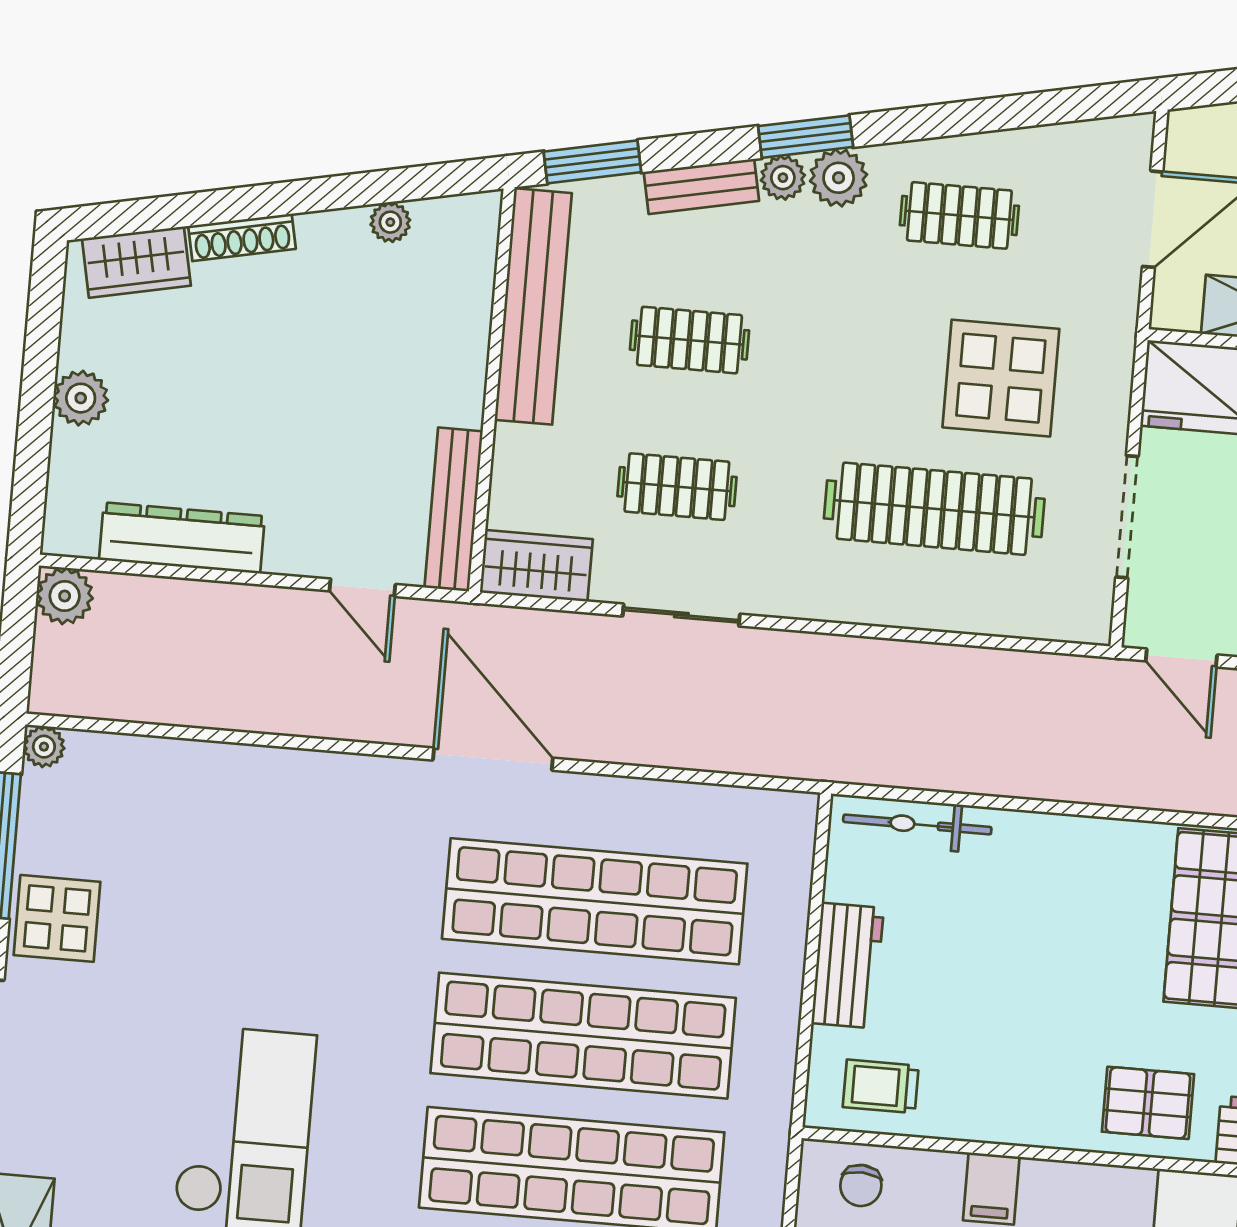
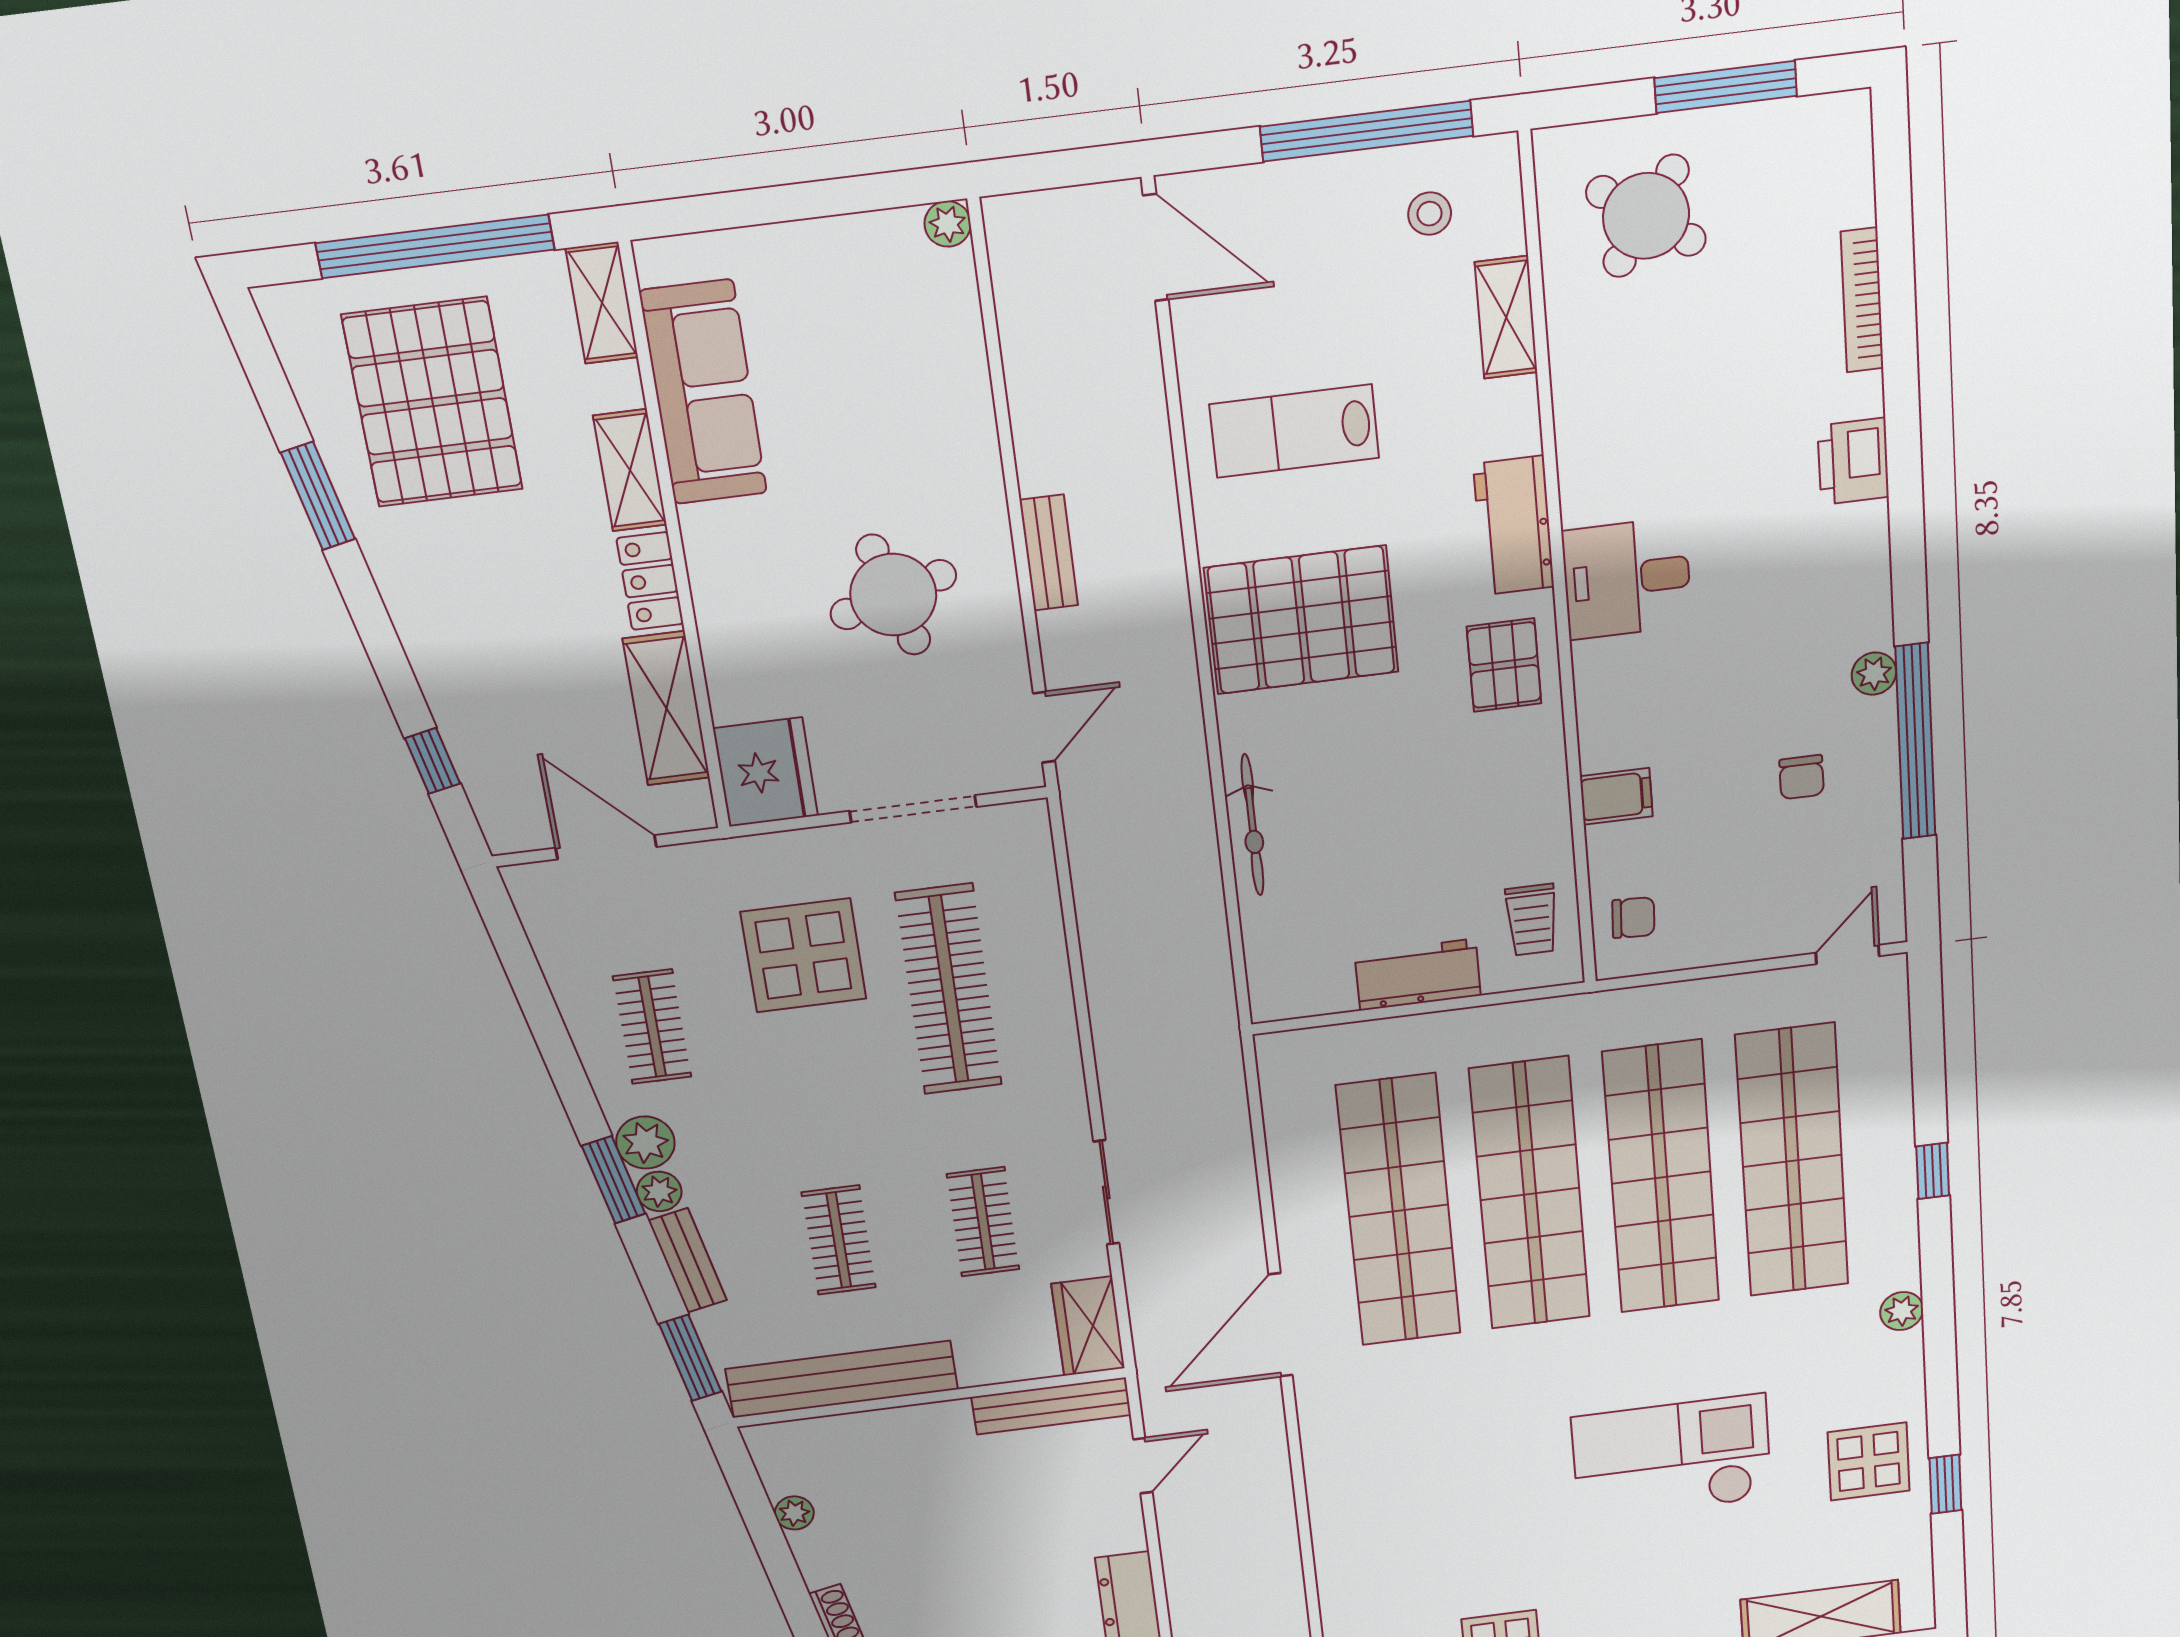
bicycle: (917, 824) -> (1252, 825), moved

